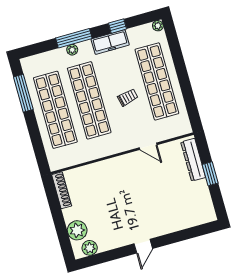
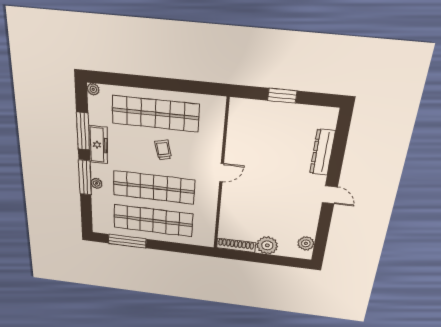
window: (118, 26) -> (83, 131), width x2.17
door: (148, 146) -> (222, 173), moved
dresser: (193, 160) -> (322, 152), moved, turned 90
plant: (77, 230) -> (267, 245), moved

